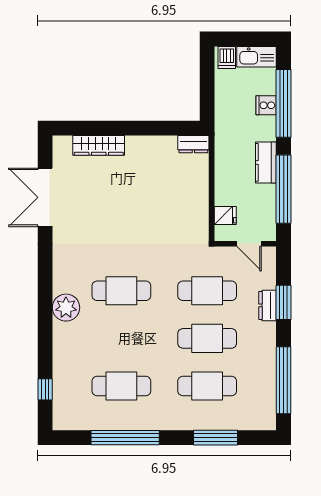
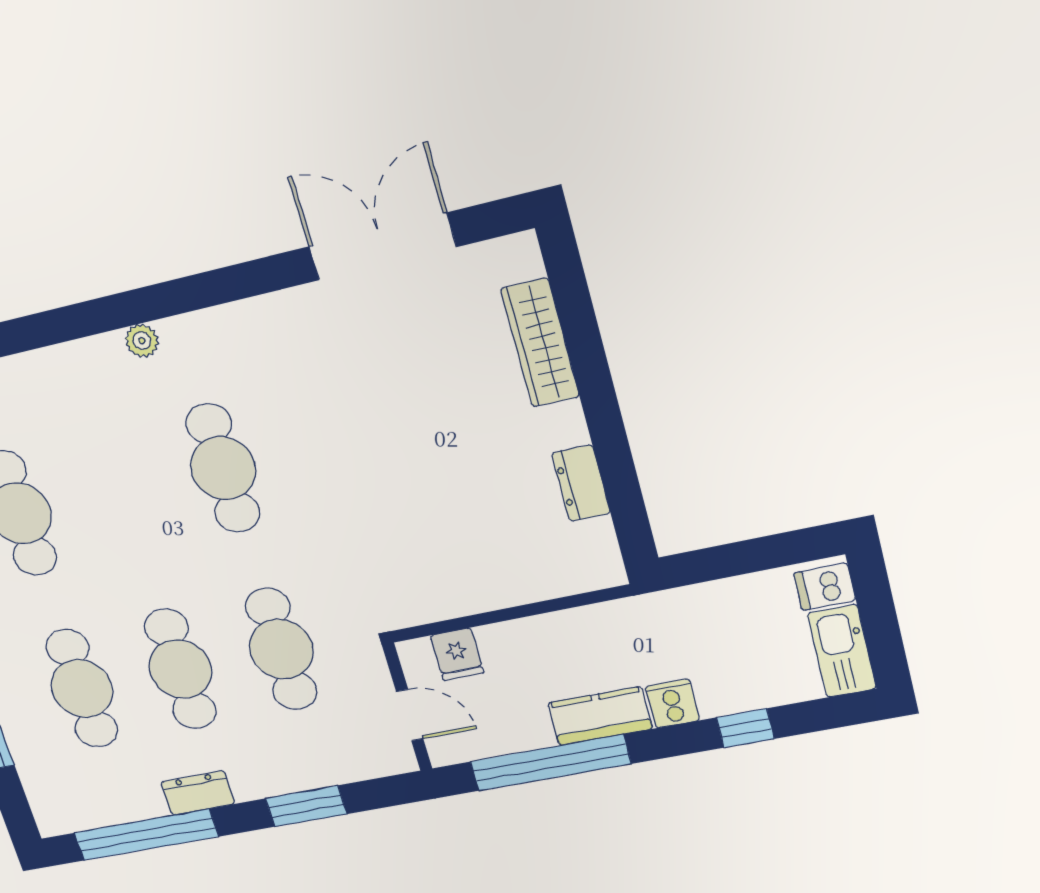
window: (284, 103) -> (745, 728), width x0.32
cooker: (266, 105) -> (673, 703), moved
dresser: (193, 144) -> (581, 483), moved
door: (249, 244) -> (410, 715), swing flipped
dresser: (268, 305) -> (198, 793), moved
plant: (66, 308) -> (142, 341), width x0.53, depth x0.53

